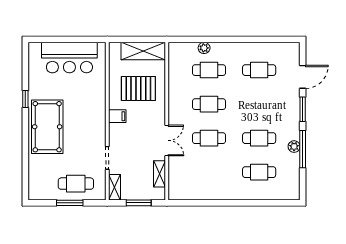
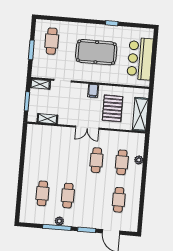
pool table: (47, 127) -> (96, 52), moved
cafe table: (209, 138) -> (71, 158), removed
double door: (167, 140) -> (87, 128), moved
cafe table: (76, 184) -> (52, 41), moved

